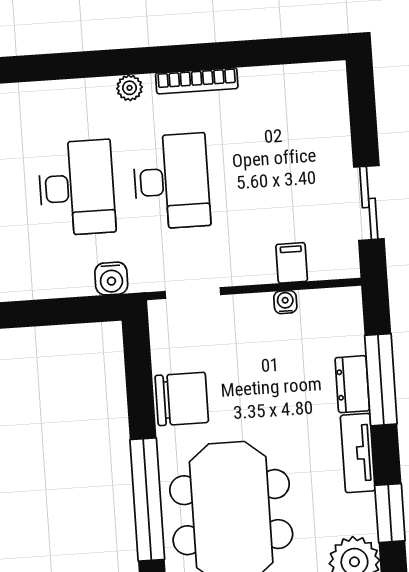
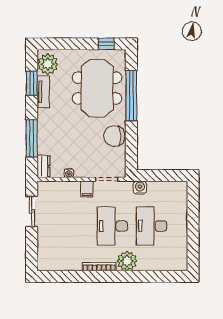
plant: (130, 88) -> (127, 261), width x1.88, depth x1.88
filing cabinet: (292, 263) -> (87, 189), moved
dresser: (352, 384) -> (44, 166), moved
tv unit: (358, 453) -> (43, 92), moved

